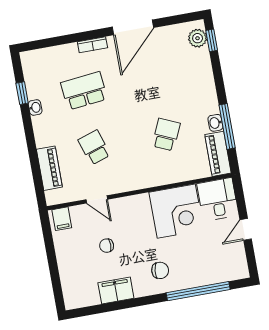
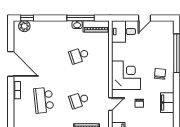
school desk: (166, 135) -> (79, 55), turned -42
corner desk: (176, 211) -> (126, 75), moved
door: (246, 229) -> (145, 18), hinge flipped

